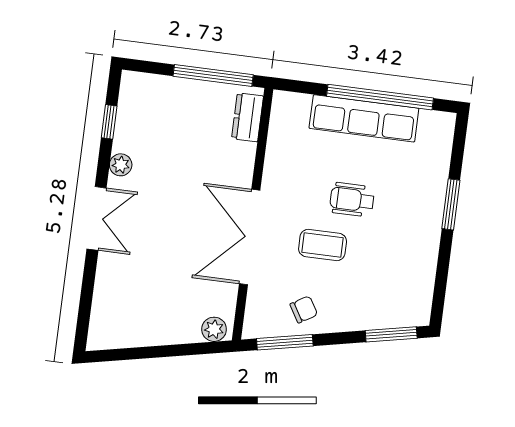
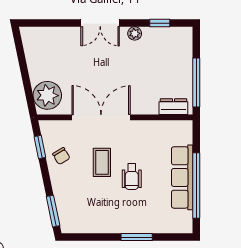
wheelchair: (352, 200) -> (132, 177), turned 180
plant: (214, 329) -> (47, 95), width x1.87, depth x1.87
window: (285, 342) -> (40, 147), width x0.67

